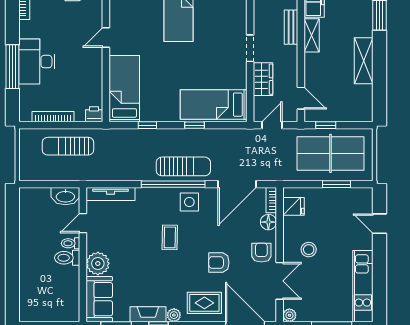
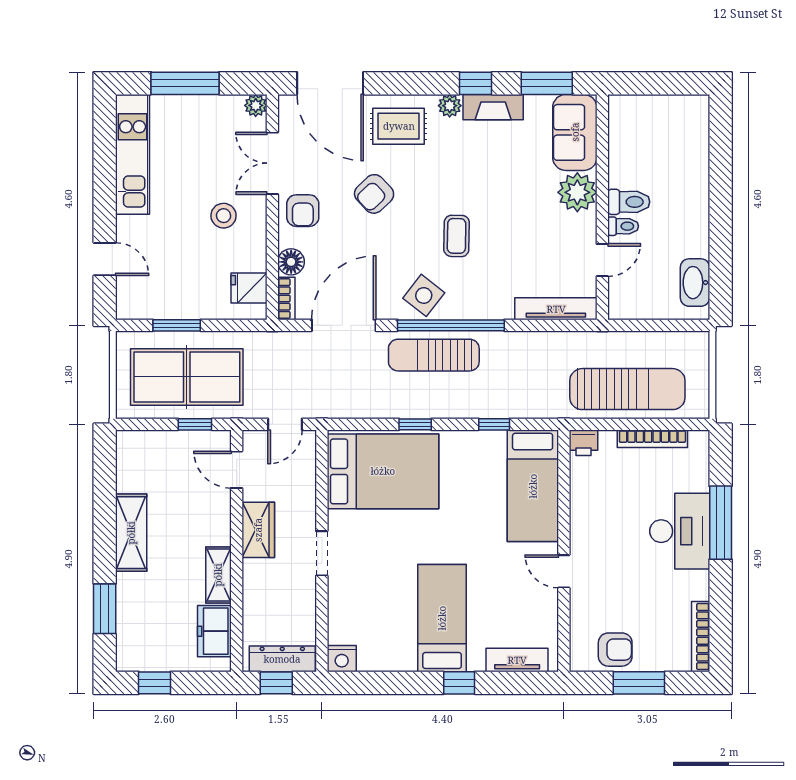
bench: (291, 27) -> (253, 589), removed
door: (106, 38) -> (564, 571), swing flipped
wardrobe: (263, 79) -> (258, 530), moved, turned 180
bed: (214, 105) -> (383, 471), width x1.50
sun lounger: (68, 146) -> (627, 389), width x1.36, depth x1.34
washbasin: (65, 196) -> (695, 283), moved, turned -90
side table: (189, 202) -> (424, 295), turned 38
armchair: (219, 263) -> (374, 194), turned 137

